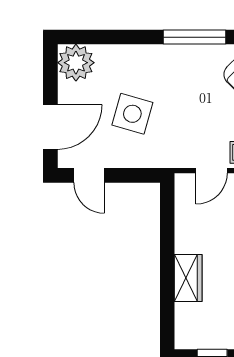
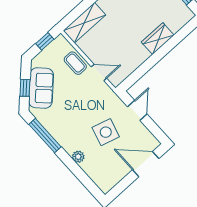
plant: (76, 63) -> (78, 157), moved, width x0.53, depth x0.53
door: (89, 175) -> (137, 110), moved

